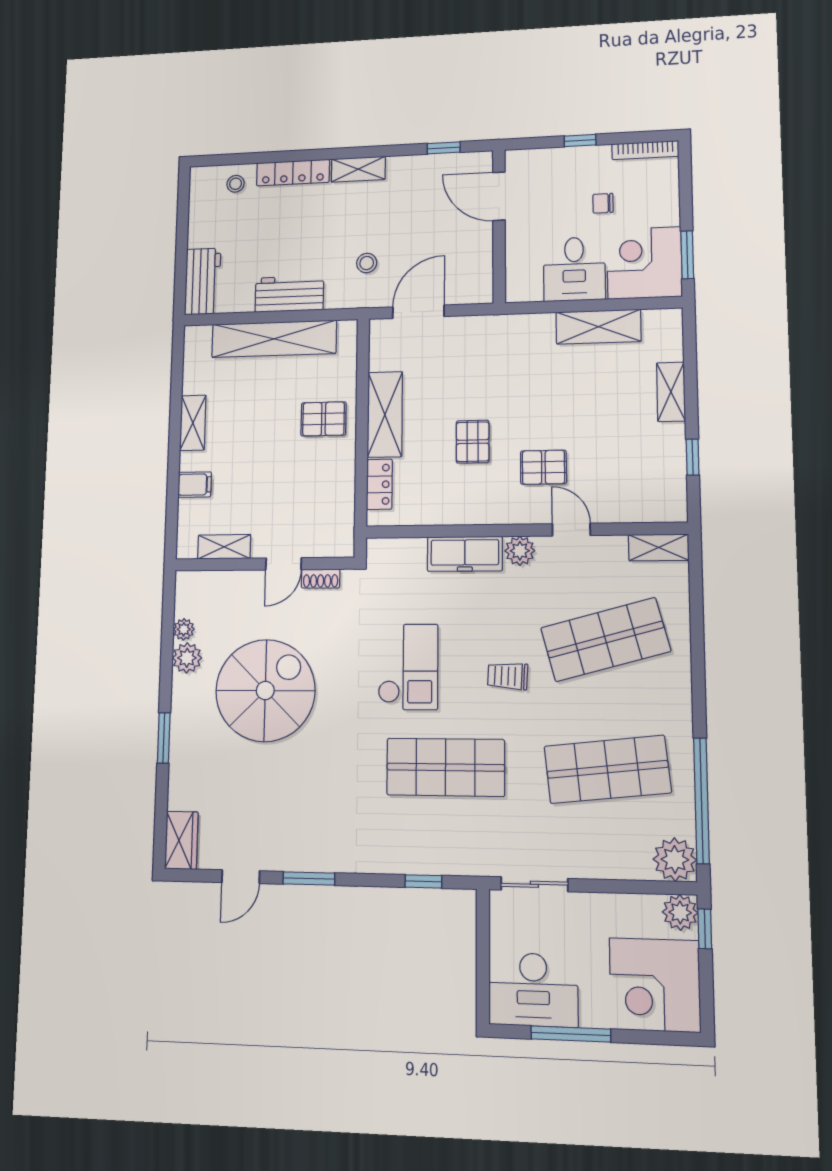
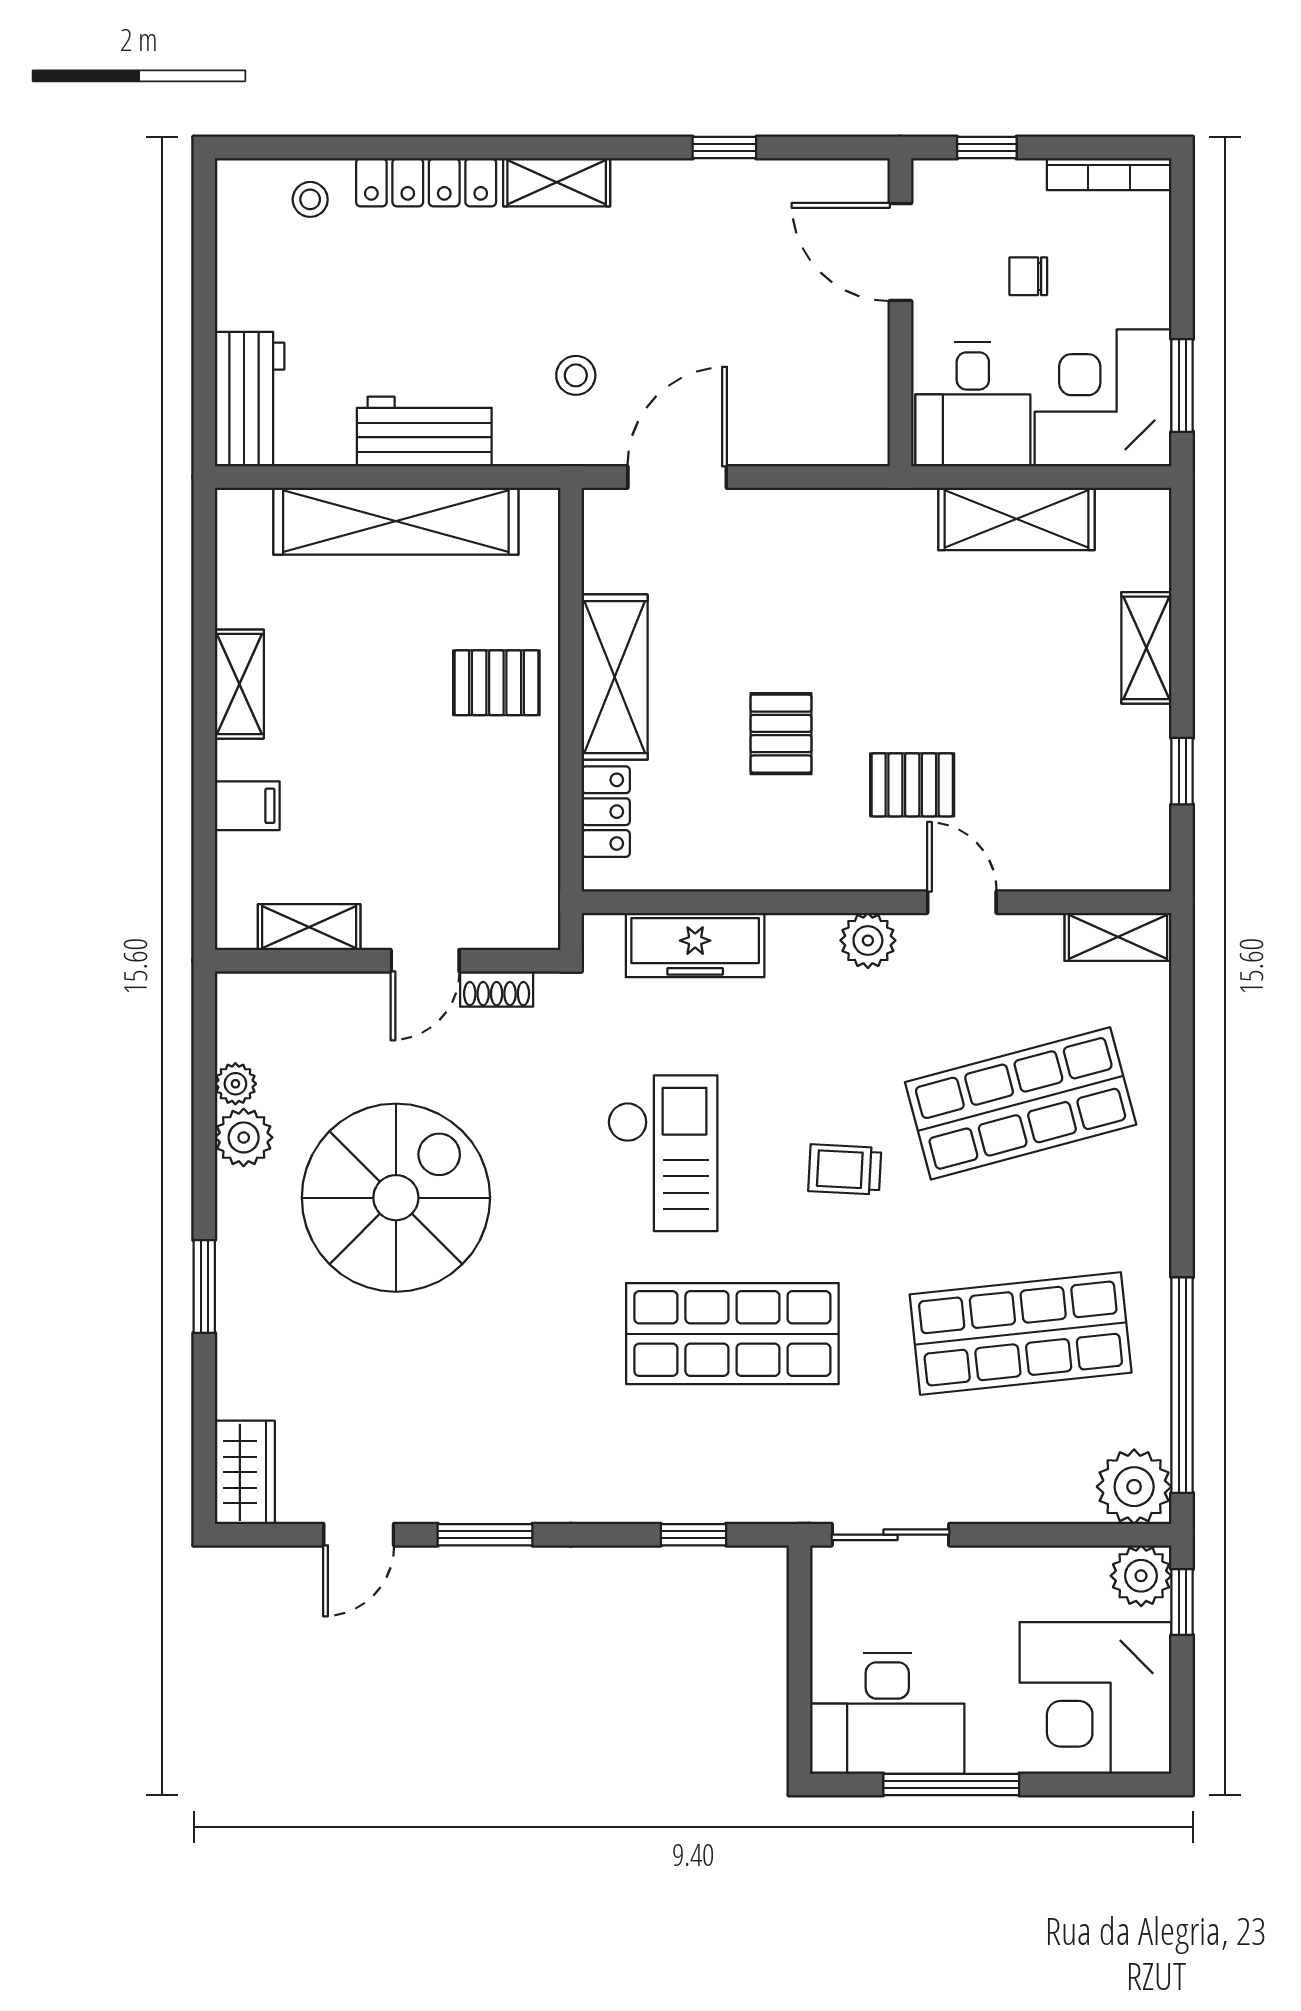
door: (499, 196) -> (900, 252), moved
wall: (499, 226) -> (900, 312), moved
freezer: (465, 554) -> (695, 945), moved

